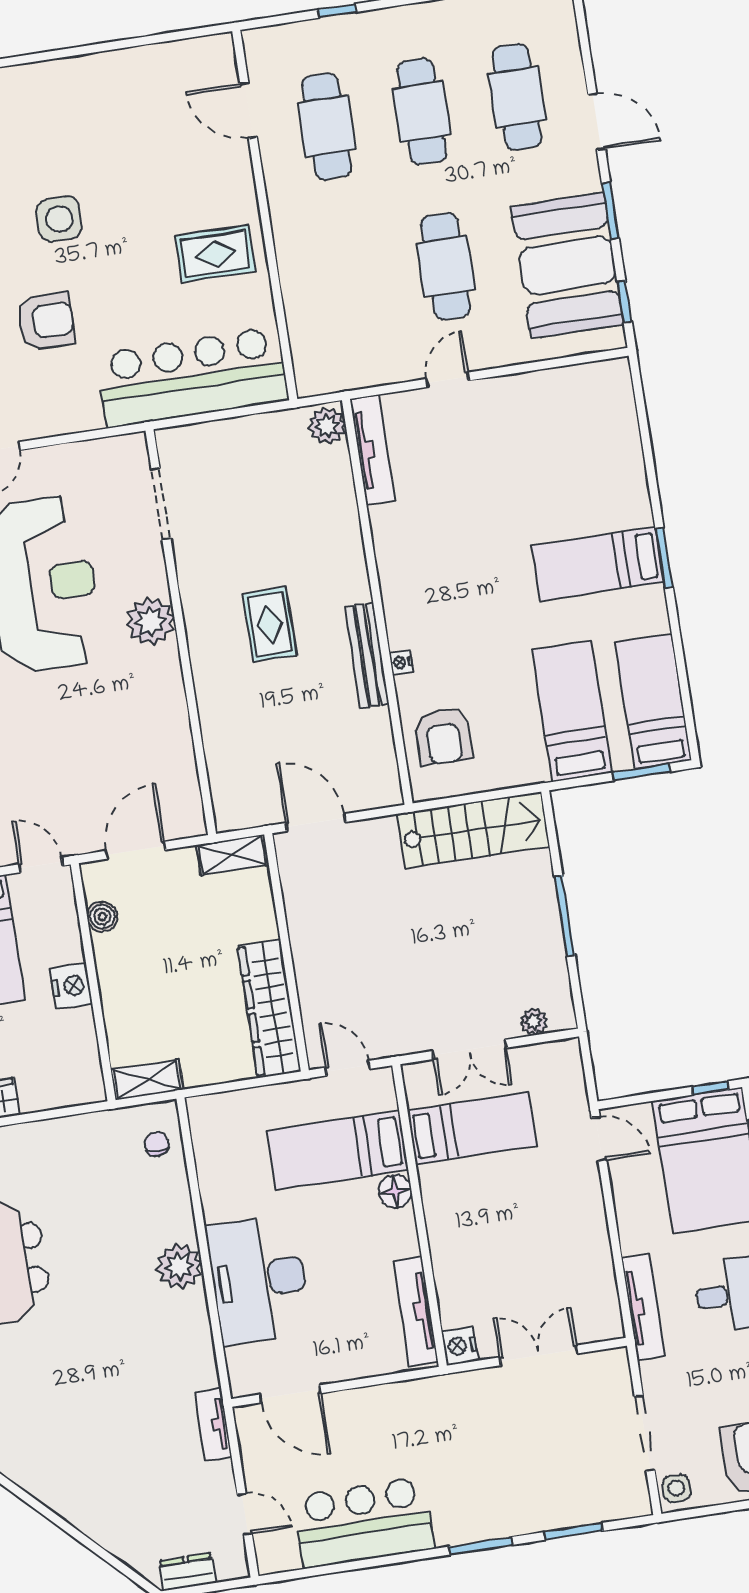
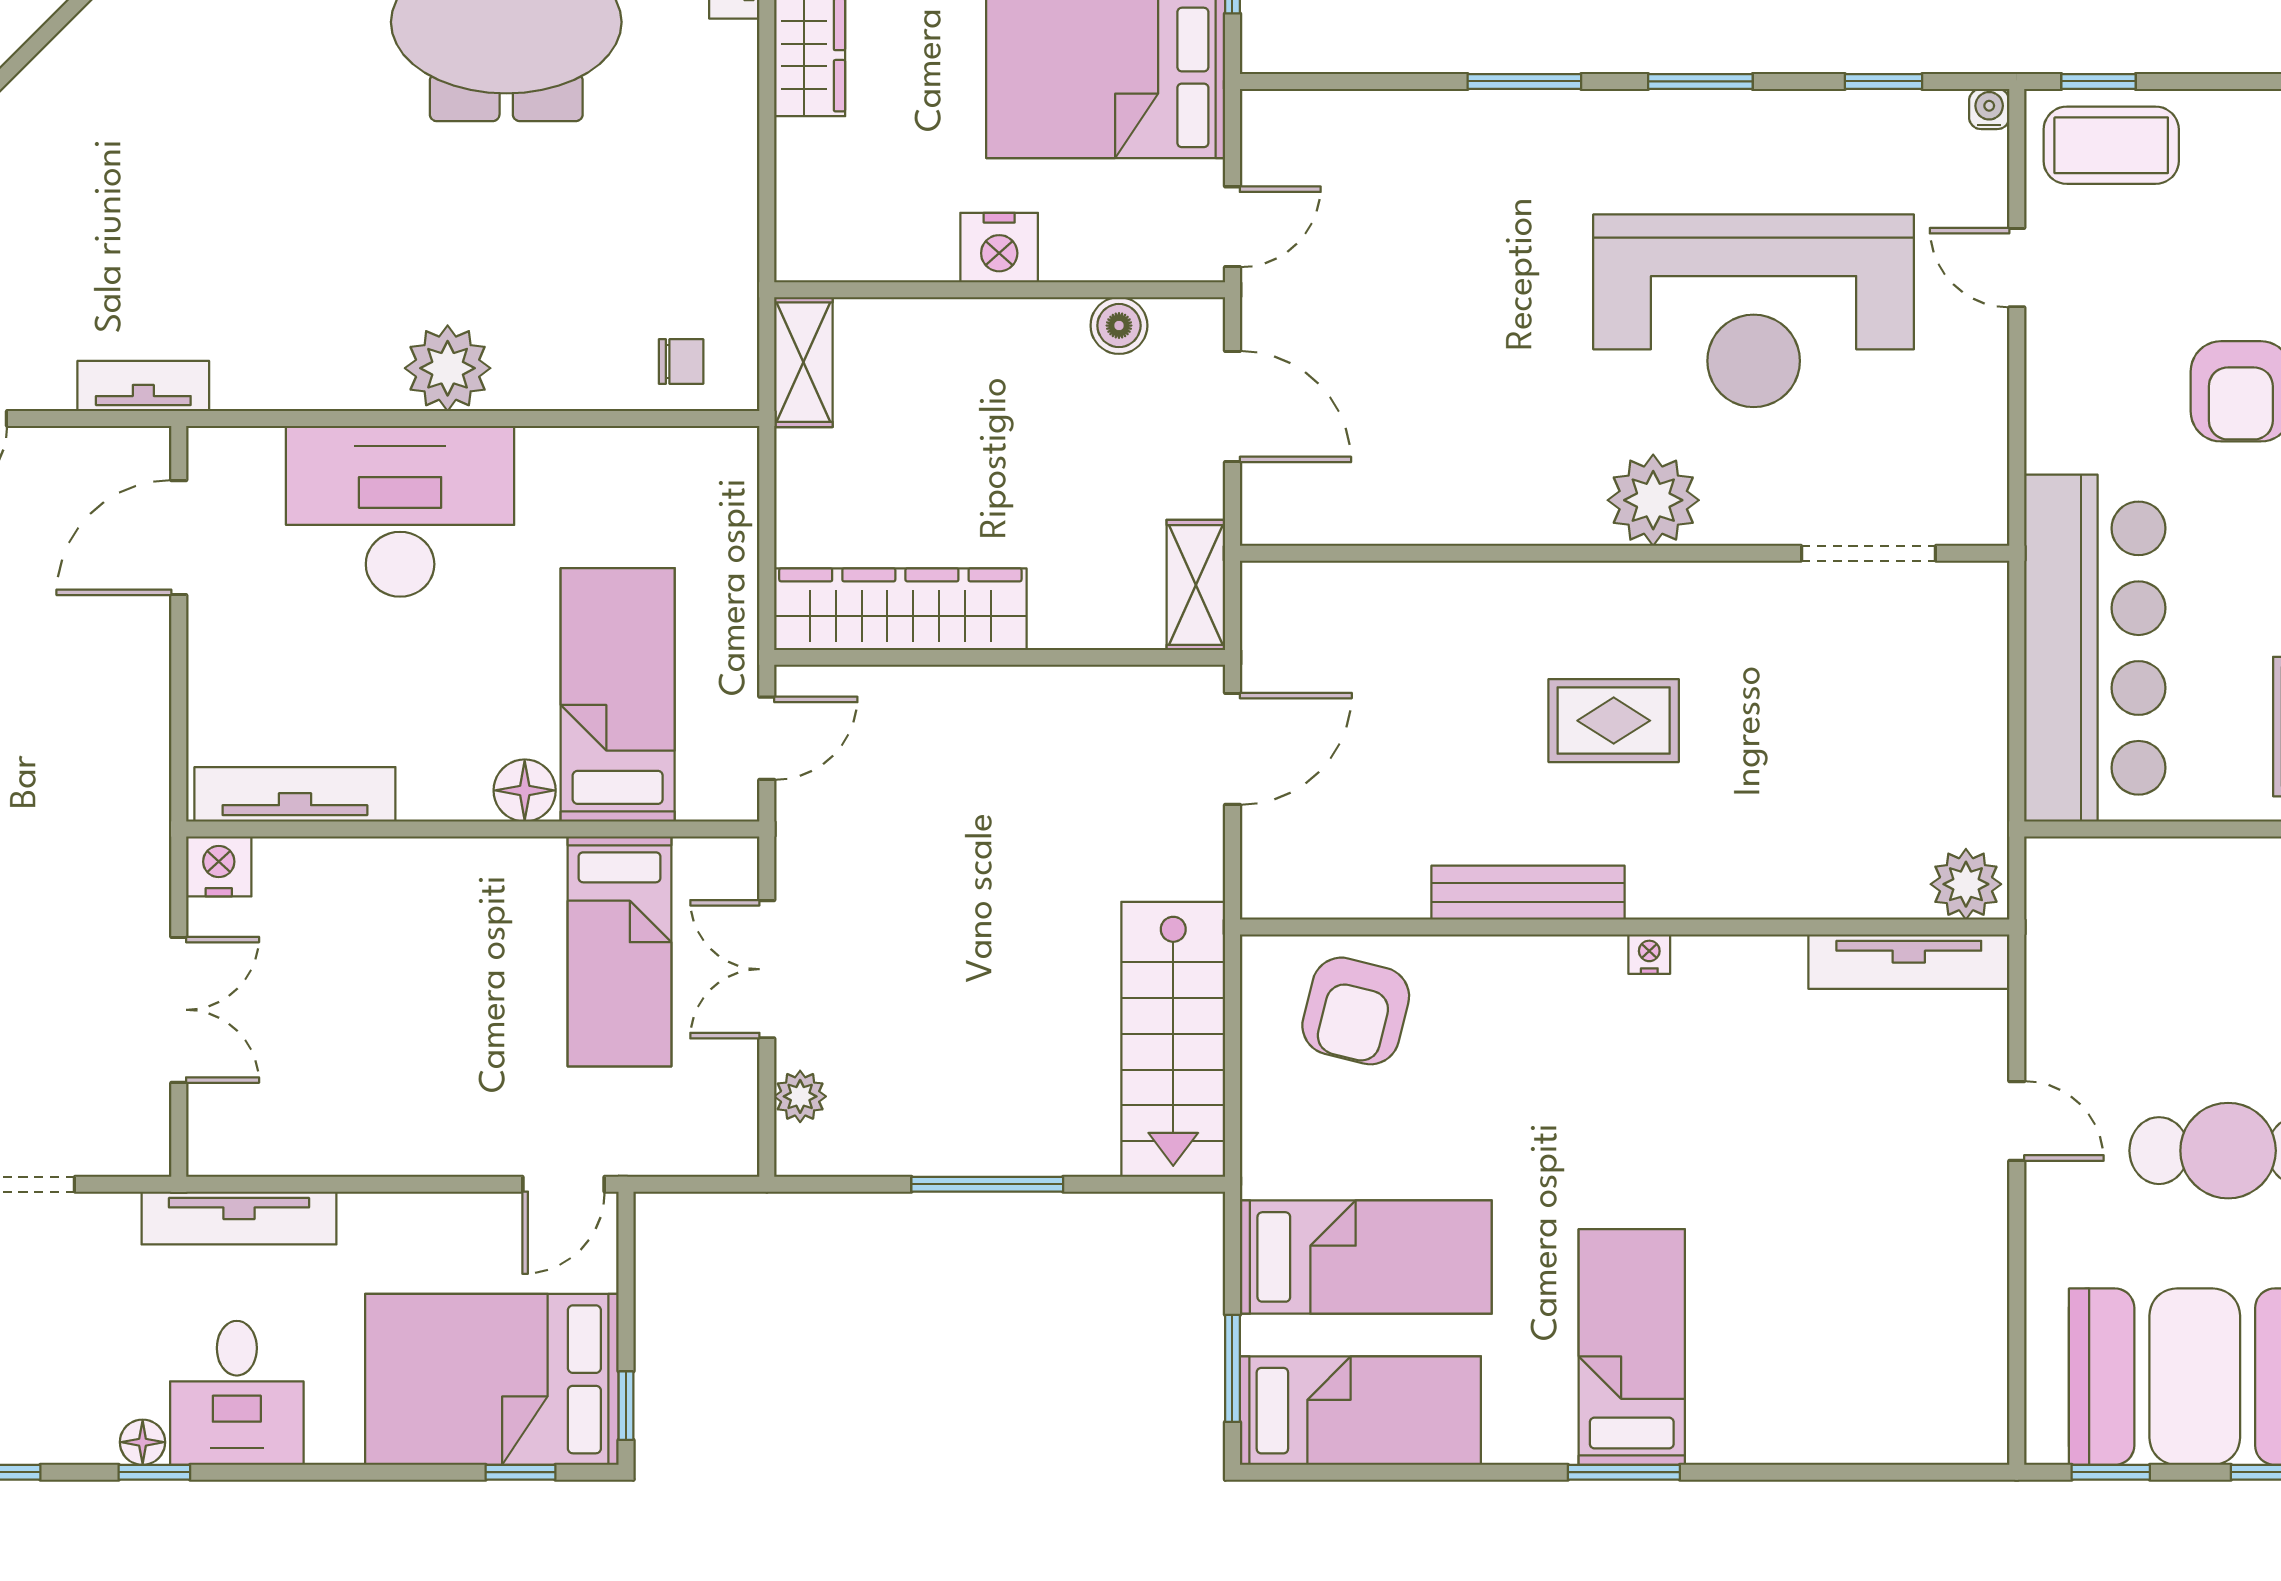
nightstand: (401, 662) -> (1649, 954), moved
armchair: (443, 736) -> (1356, 1011), turned -76

